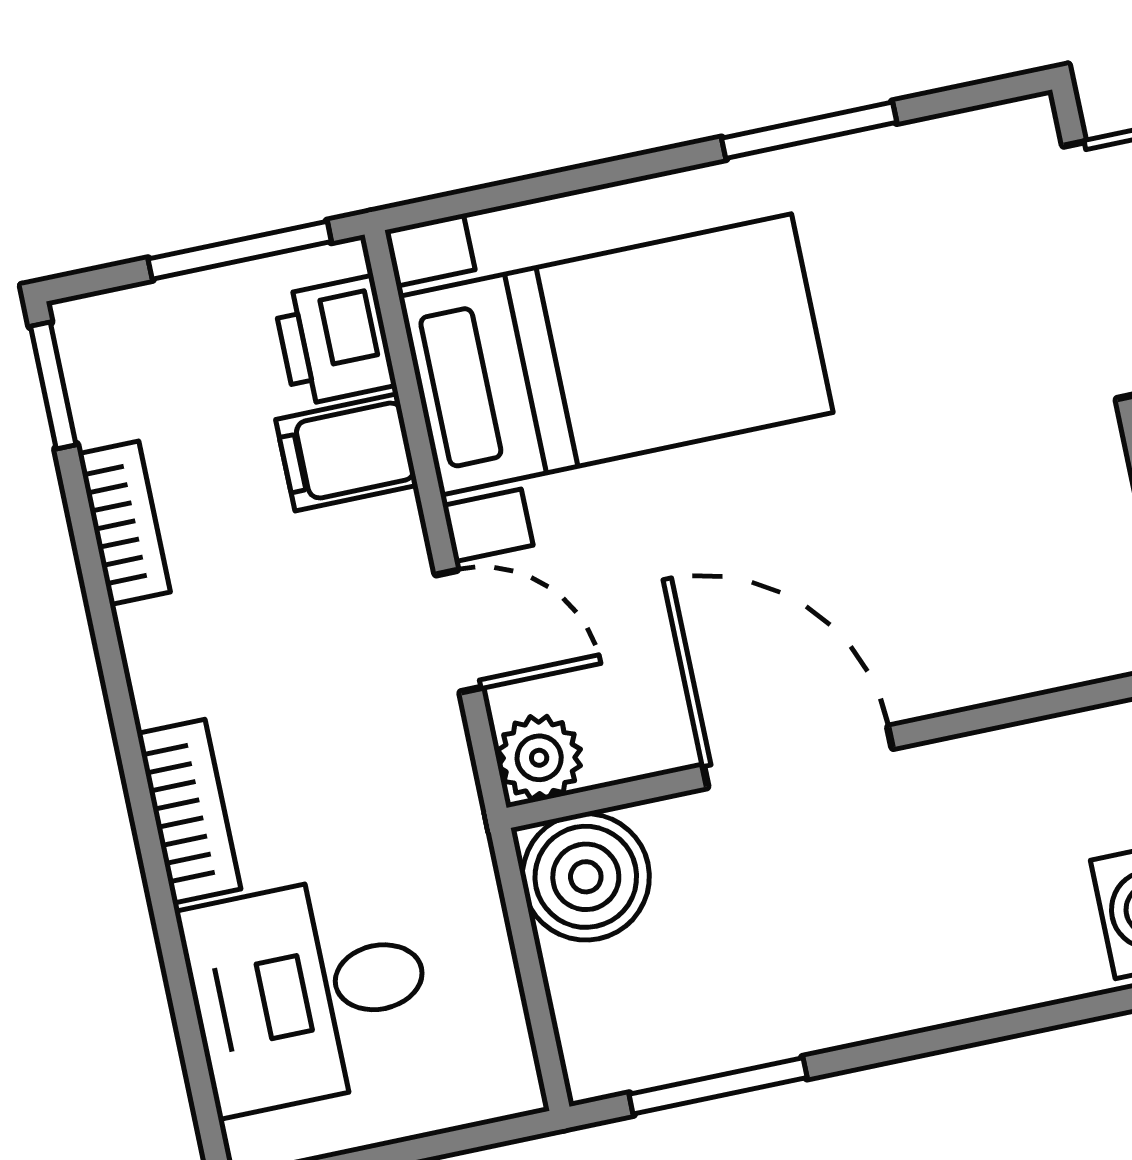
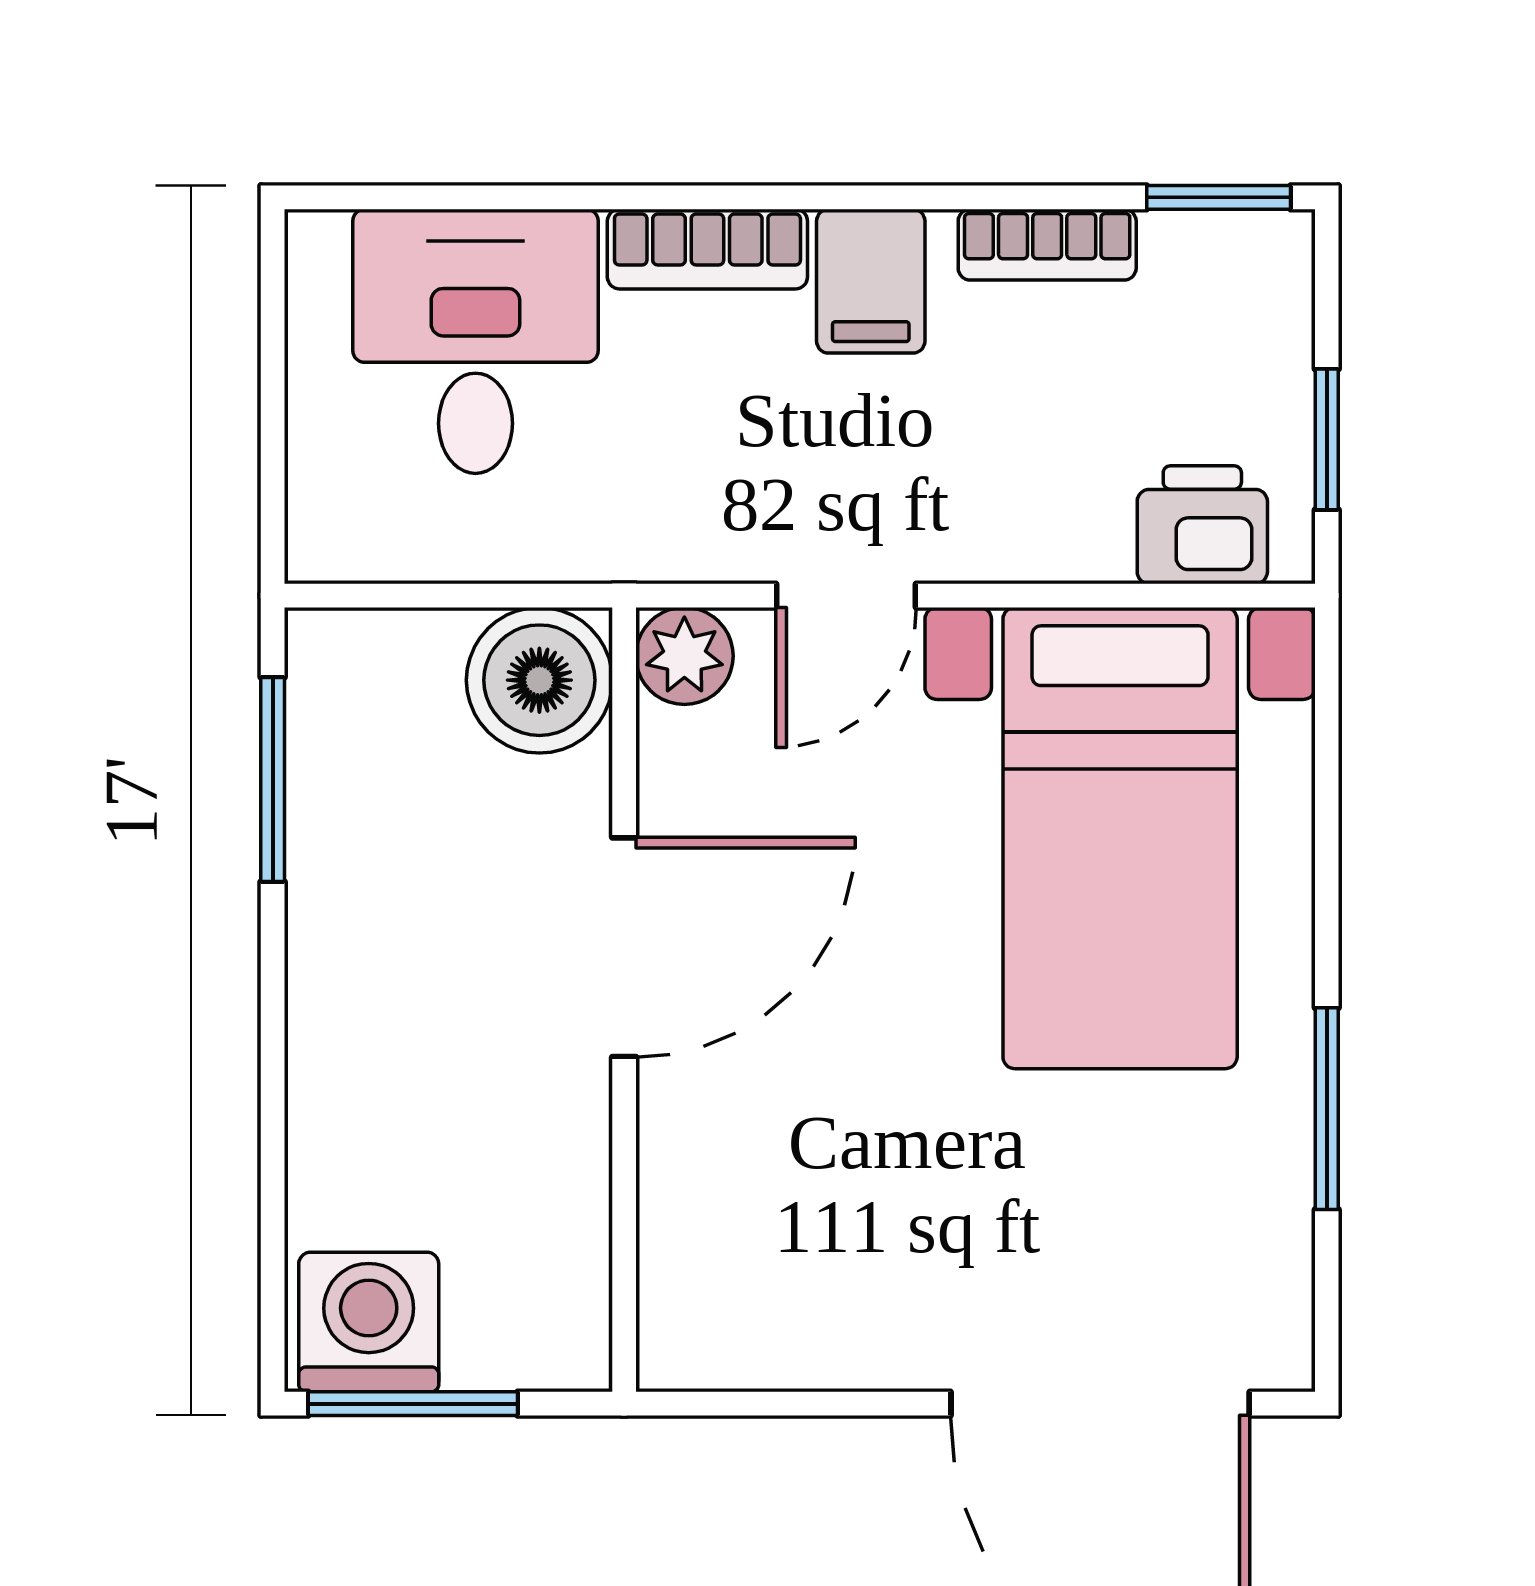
window: (240, 250) -> (1327, 439), width x0.67
filing cabinet: (347, 452) -> (871, 281), moved, turned 180

